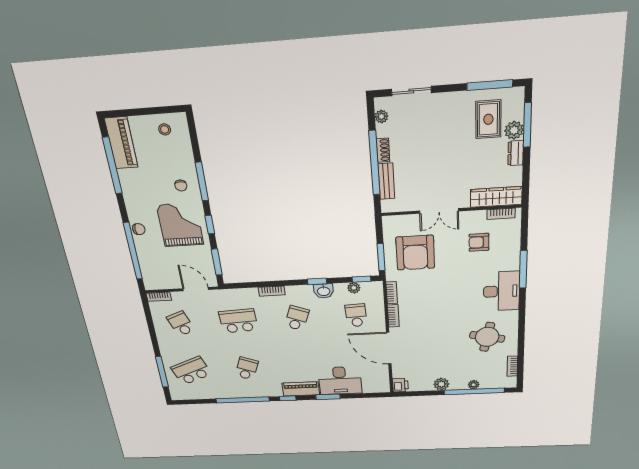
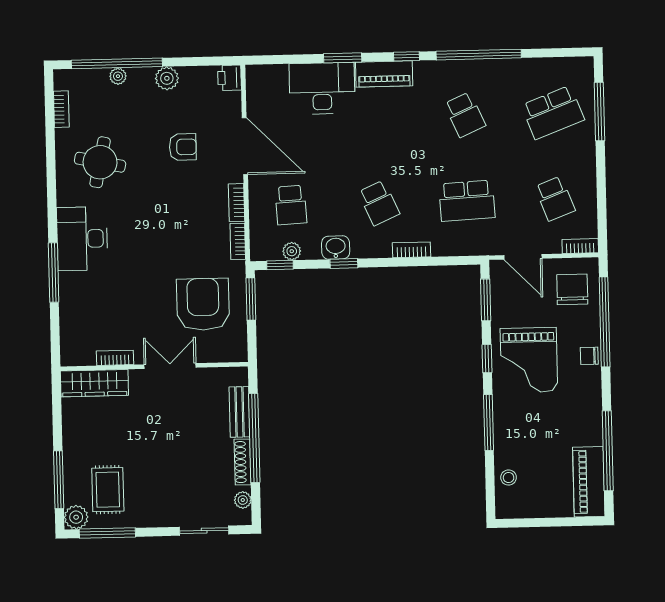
stool: (165, 129) -> (509, 478), moved
plant: (514, 130) -> (76, 517), moved
shoe rack: (383, 150) -> (243, 462), width x1.43
dresser: (516, 153) -> (72, 443), removed
chair: (181, 185) -> (572, 289), moved, width x1.87, depth x1.87
bookcase: (501, 214) -> (115, 358), moved
armchair: (479, 242) -> (183, 147), moved
school desk: (297, 318) -> (379, 203), turned -45
school desk: (247, 368) -> (465, 115), turned -45

